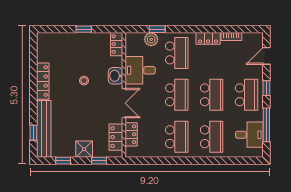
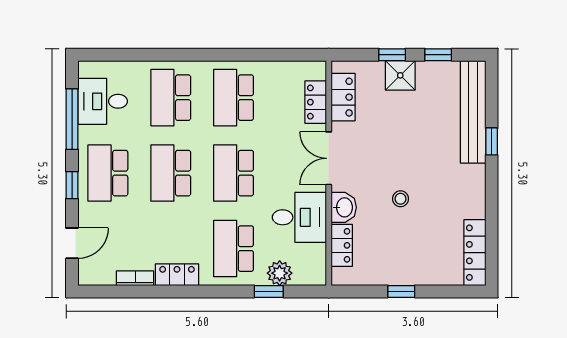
locker: (117, 44) -> (342, 245), moved
locker: (43, 81) -> (475, 253), moved
window: (33, 133) -> (492, 141), moved
window: (99, 161) -> (392, 55), moved

